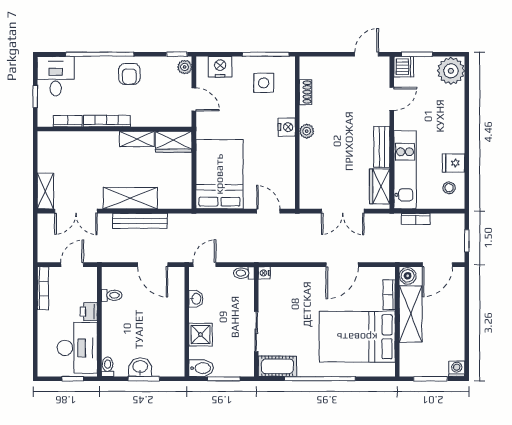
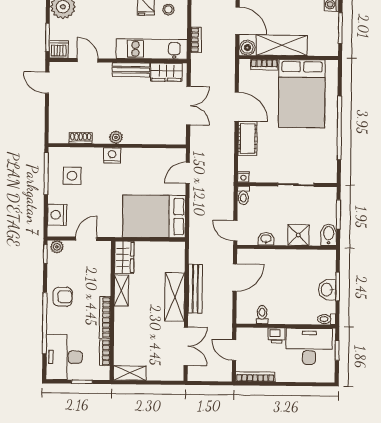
desk: (56, 76) -> (64, 357), width x1.37
shelving: (45, 191) -> (130, 373), moved
cot: (277, 366) -> (248, 139), moved

